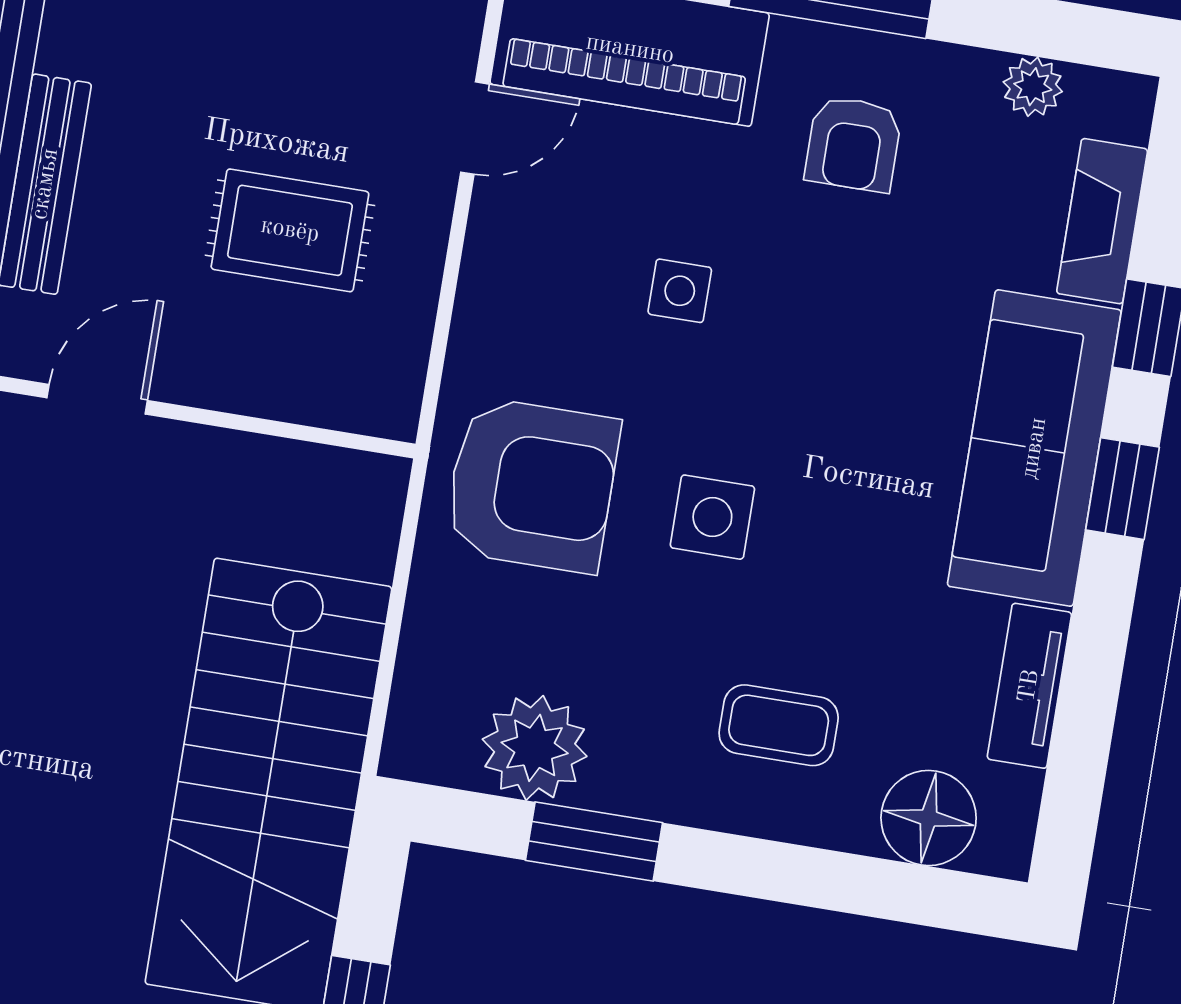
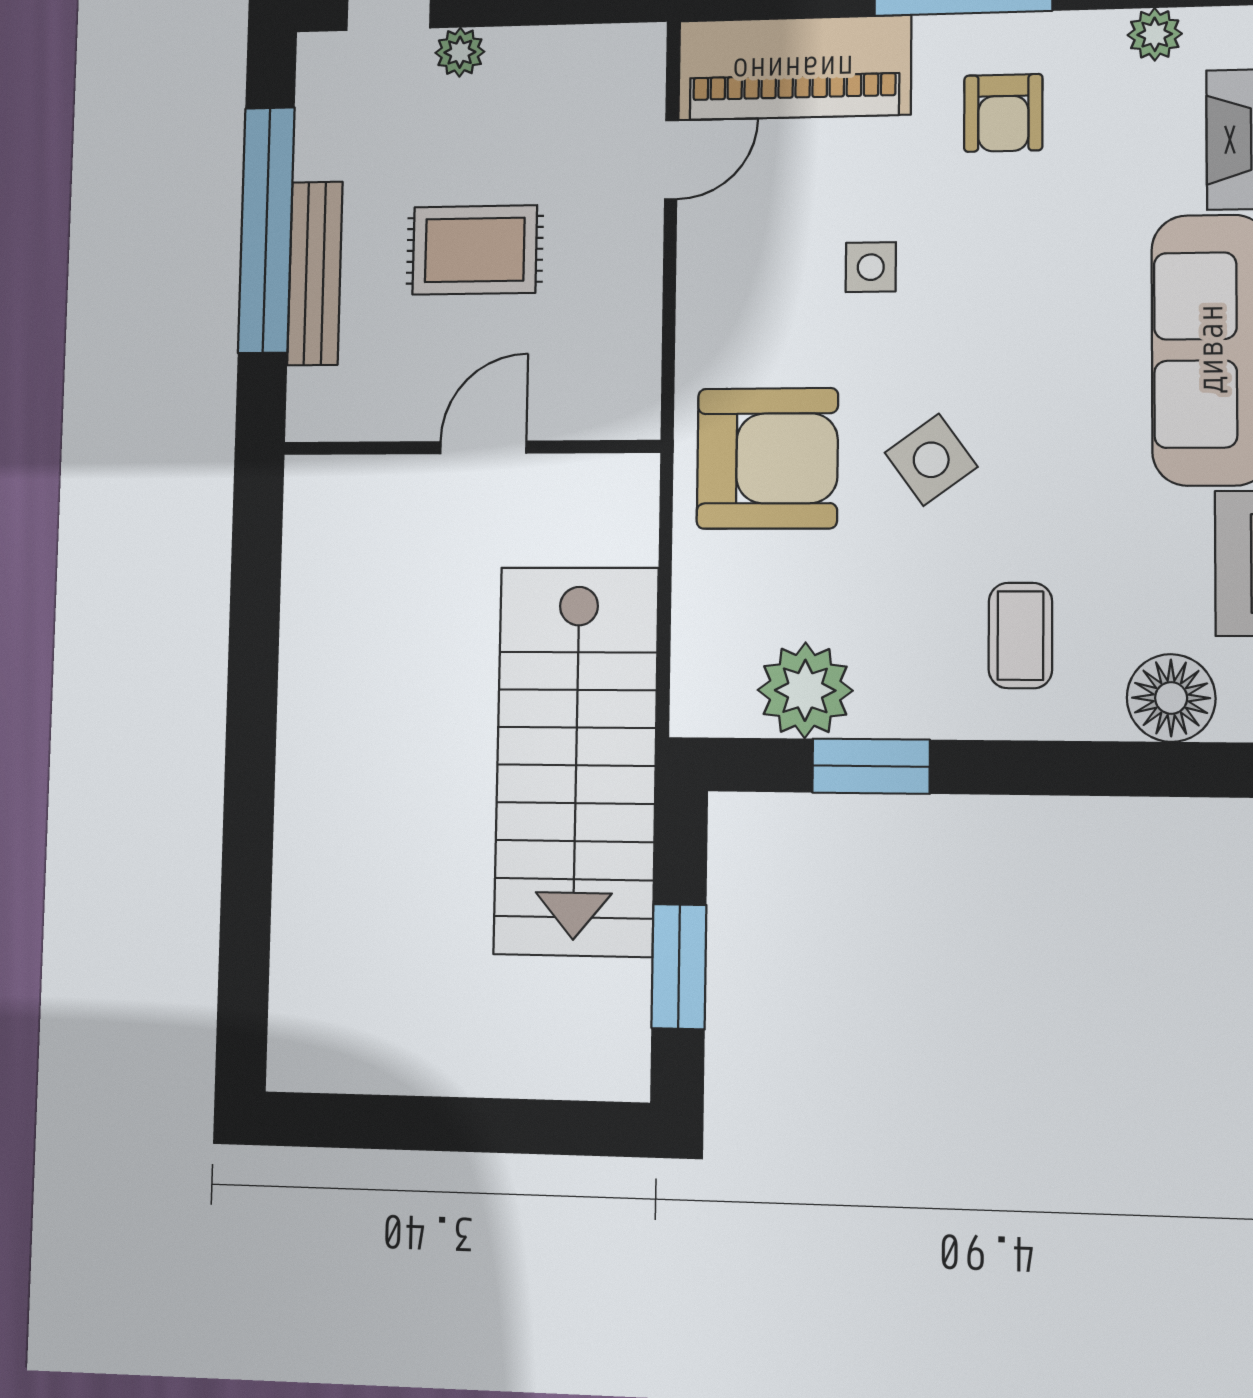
rug: (290, 230) -> (475, 250), moved
door: (97, 399) -> (483, 447), moved
side table: (712, 517) -> (931, 460), turned -36
coffee table: (779, 725) -> (1020, 636), turned 90

